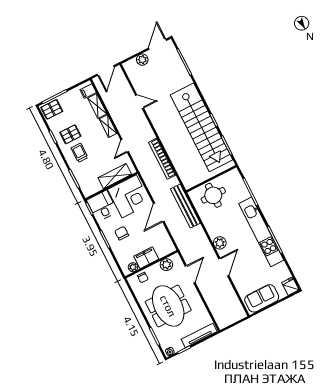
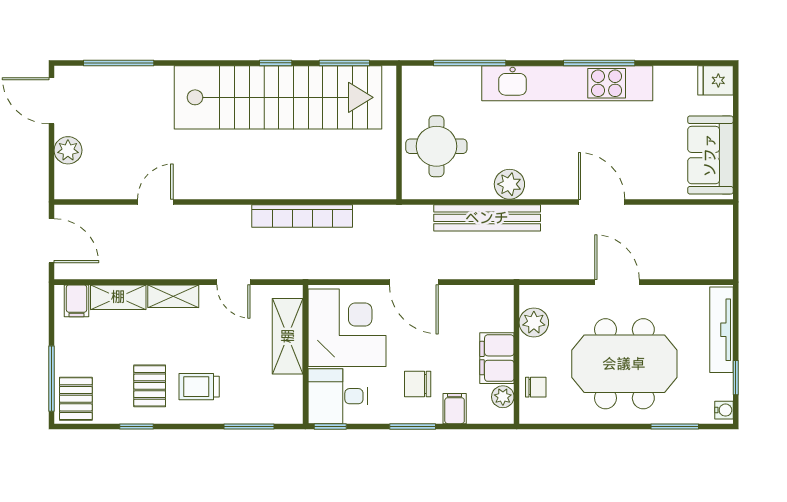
bench: (185, 206) -> (487, 218), moved
plant: (220, 243) -> (509, 184), moved
filing cabinet: (120, 251) -> (455, 409), added
door: (190, 274) -> (617, 282), moved

